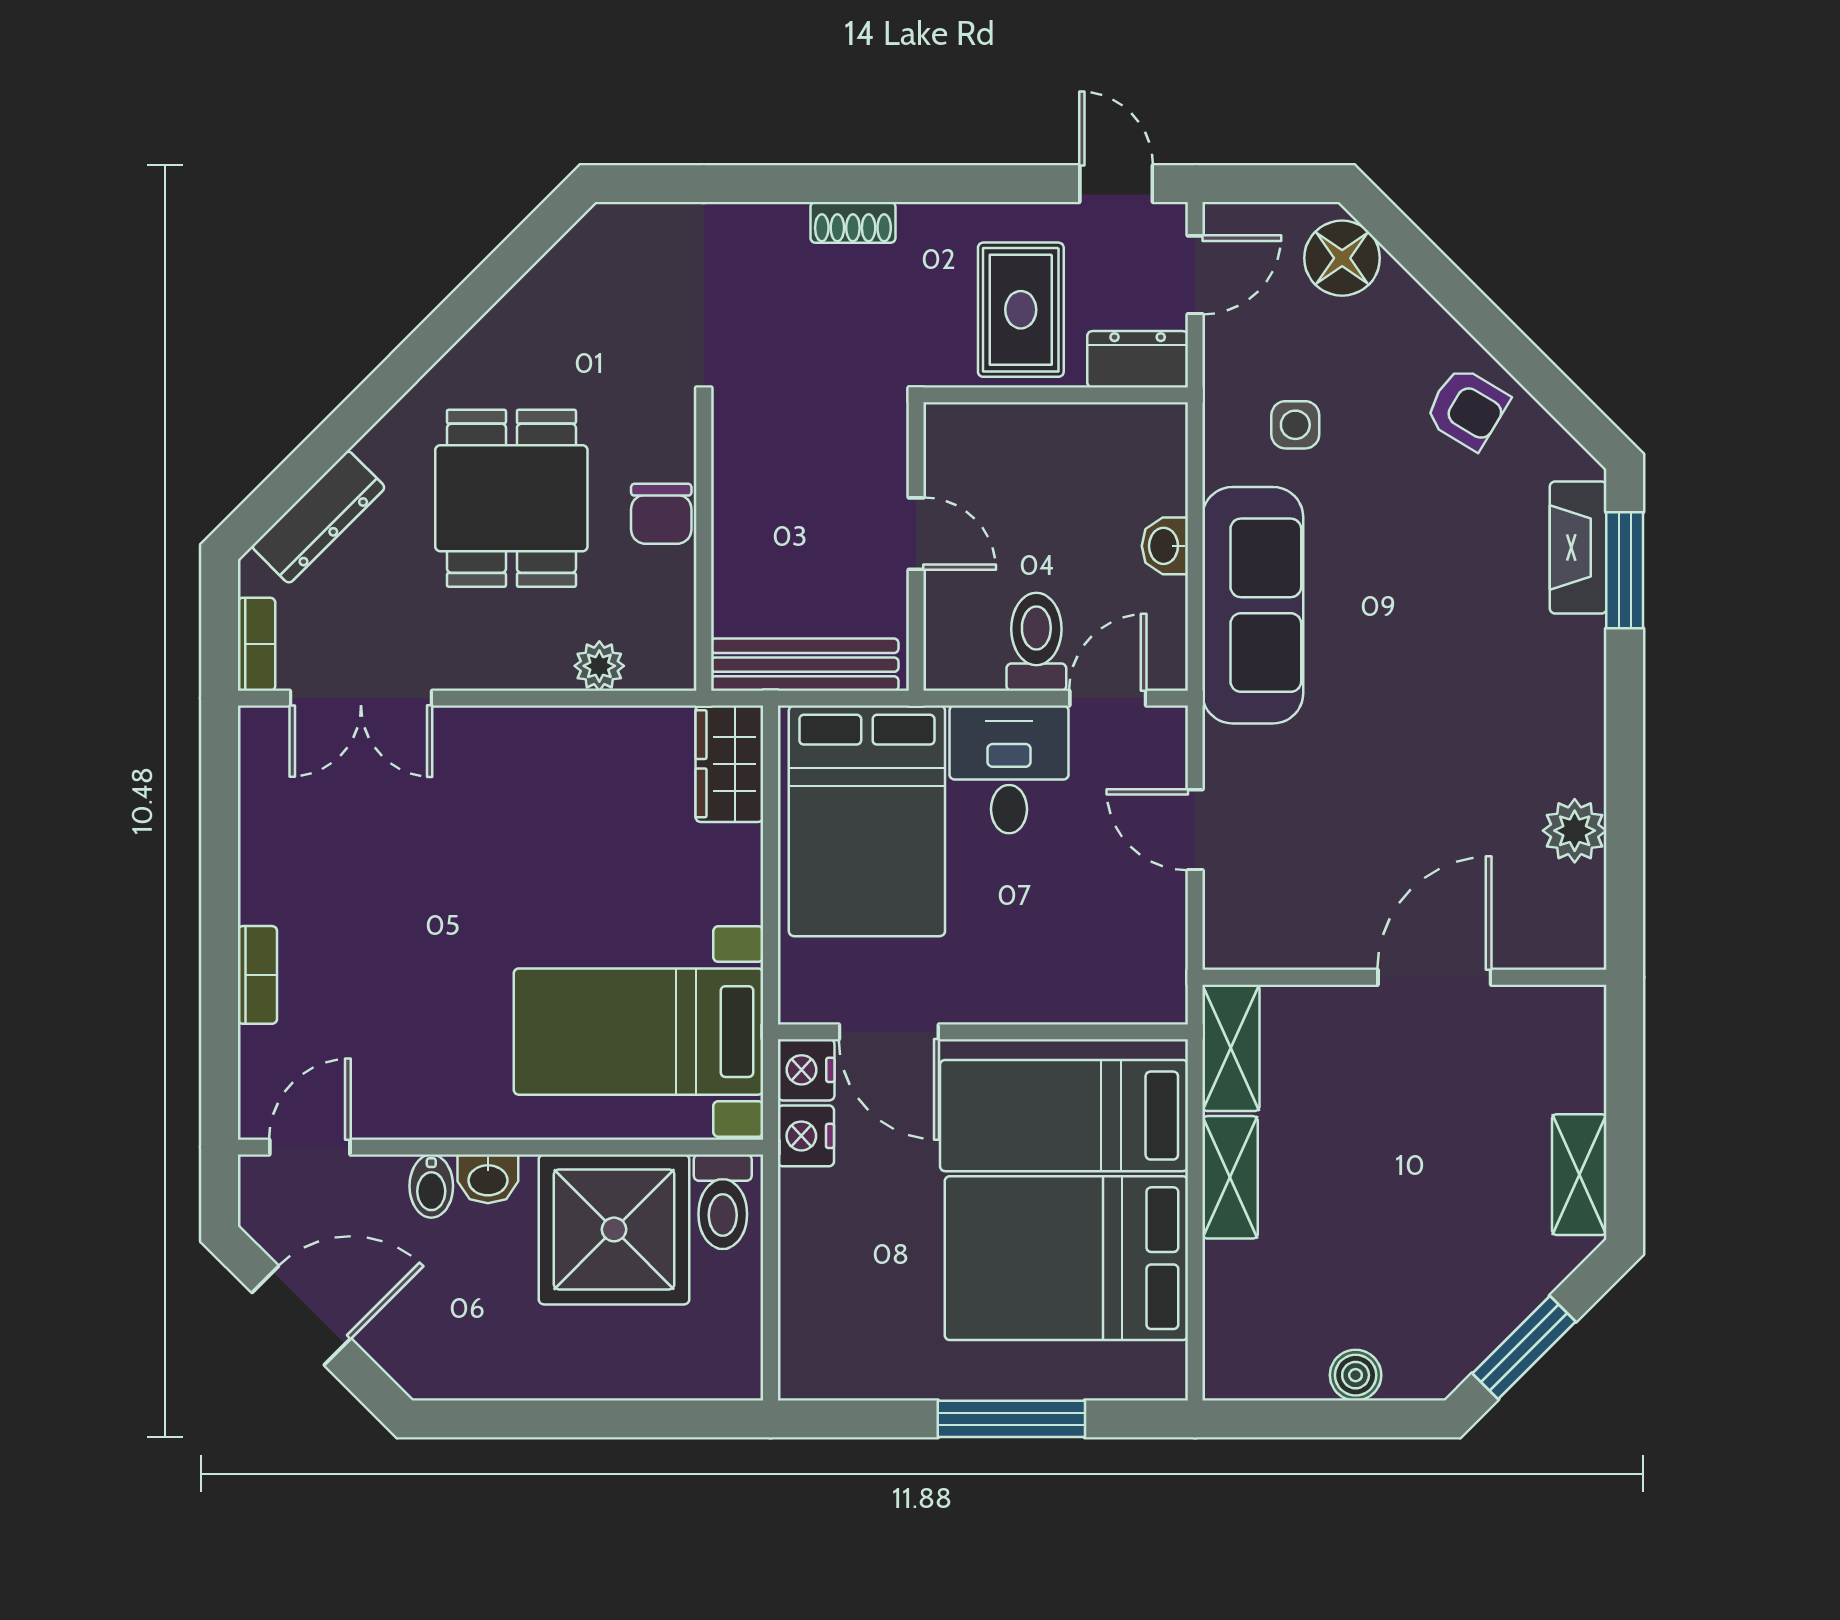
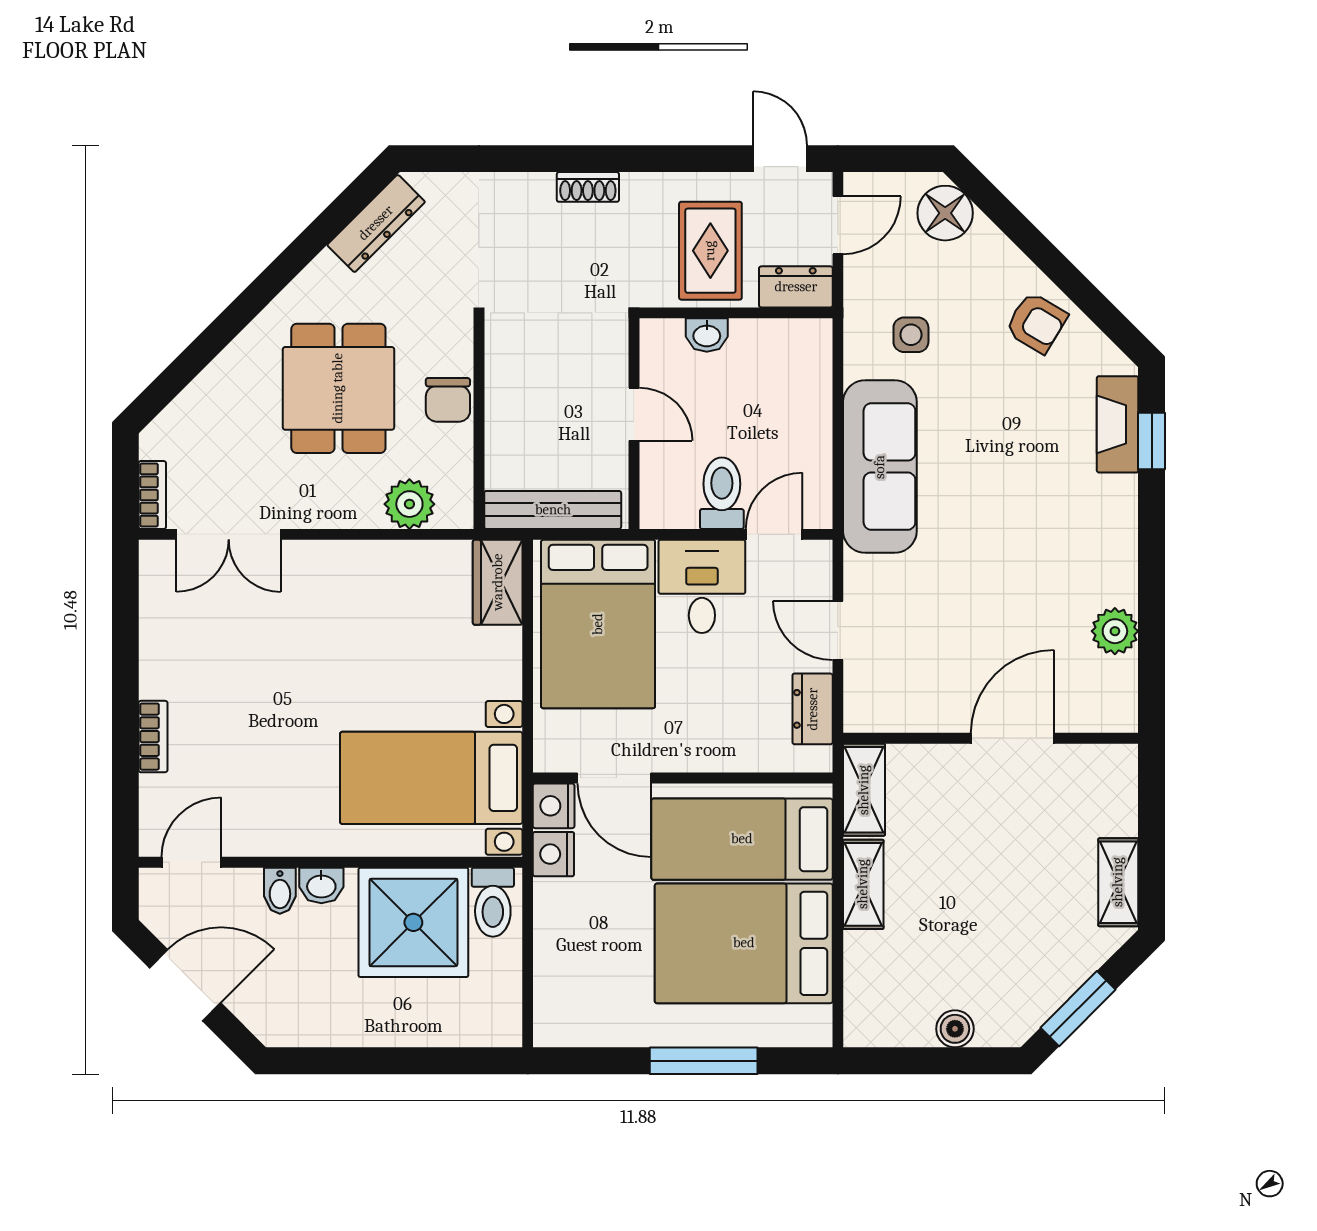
dresser: (318, 517) -> (376, 223), moved
washbasin: (1165, 546) -> (707, 335), moved, turned -90
window: (1625, 570) -> (1152, 441), width x0.67
plant: (599, 666) -> (409, 504), width x1.38, depth x1.38
dresser: (1161, 937) -> (813, 709), added

